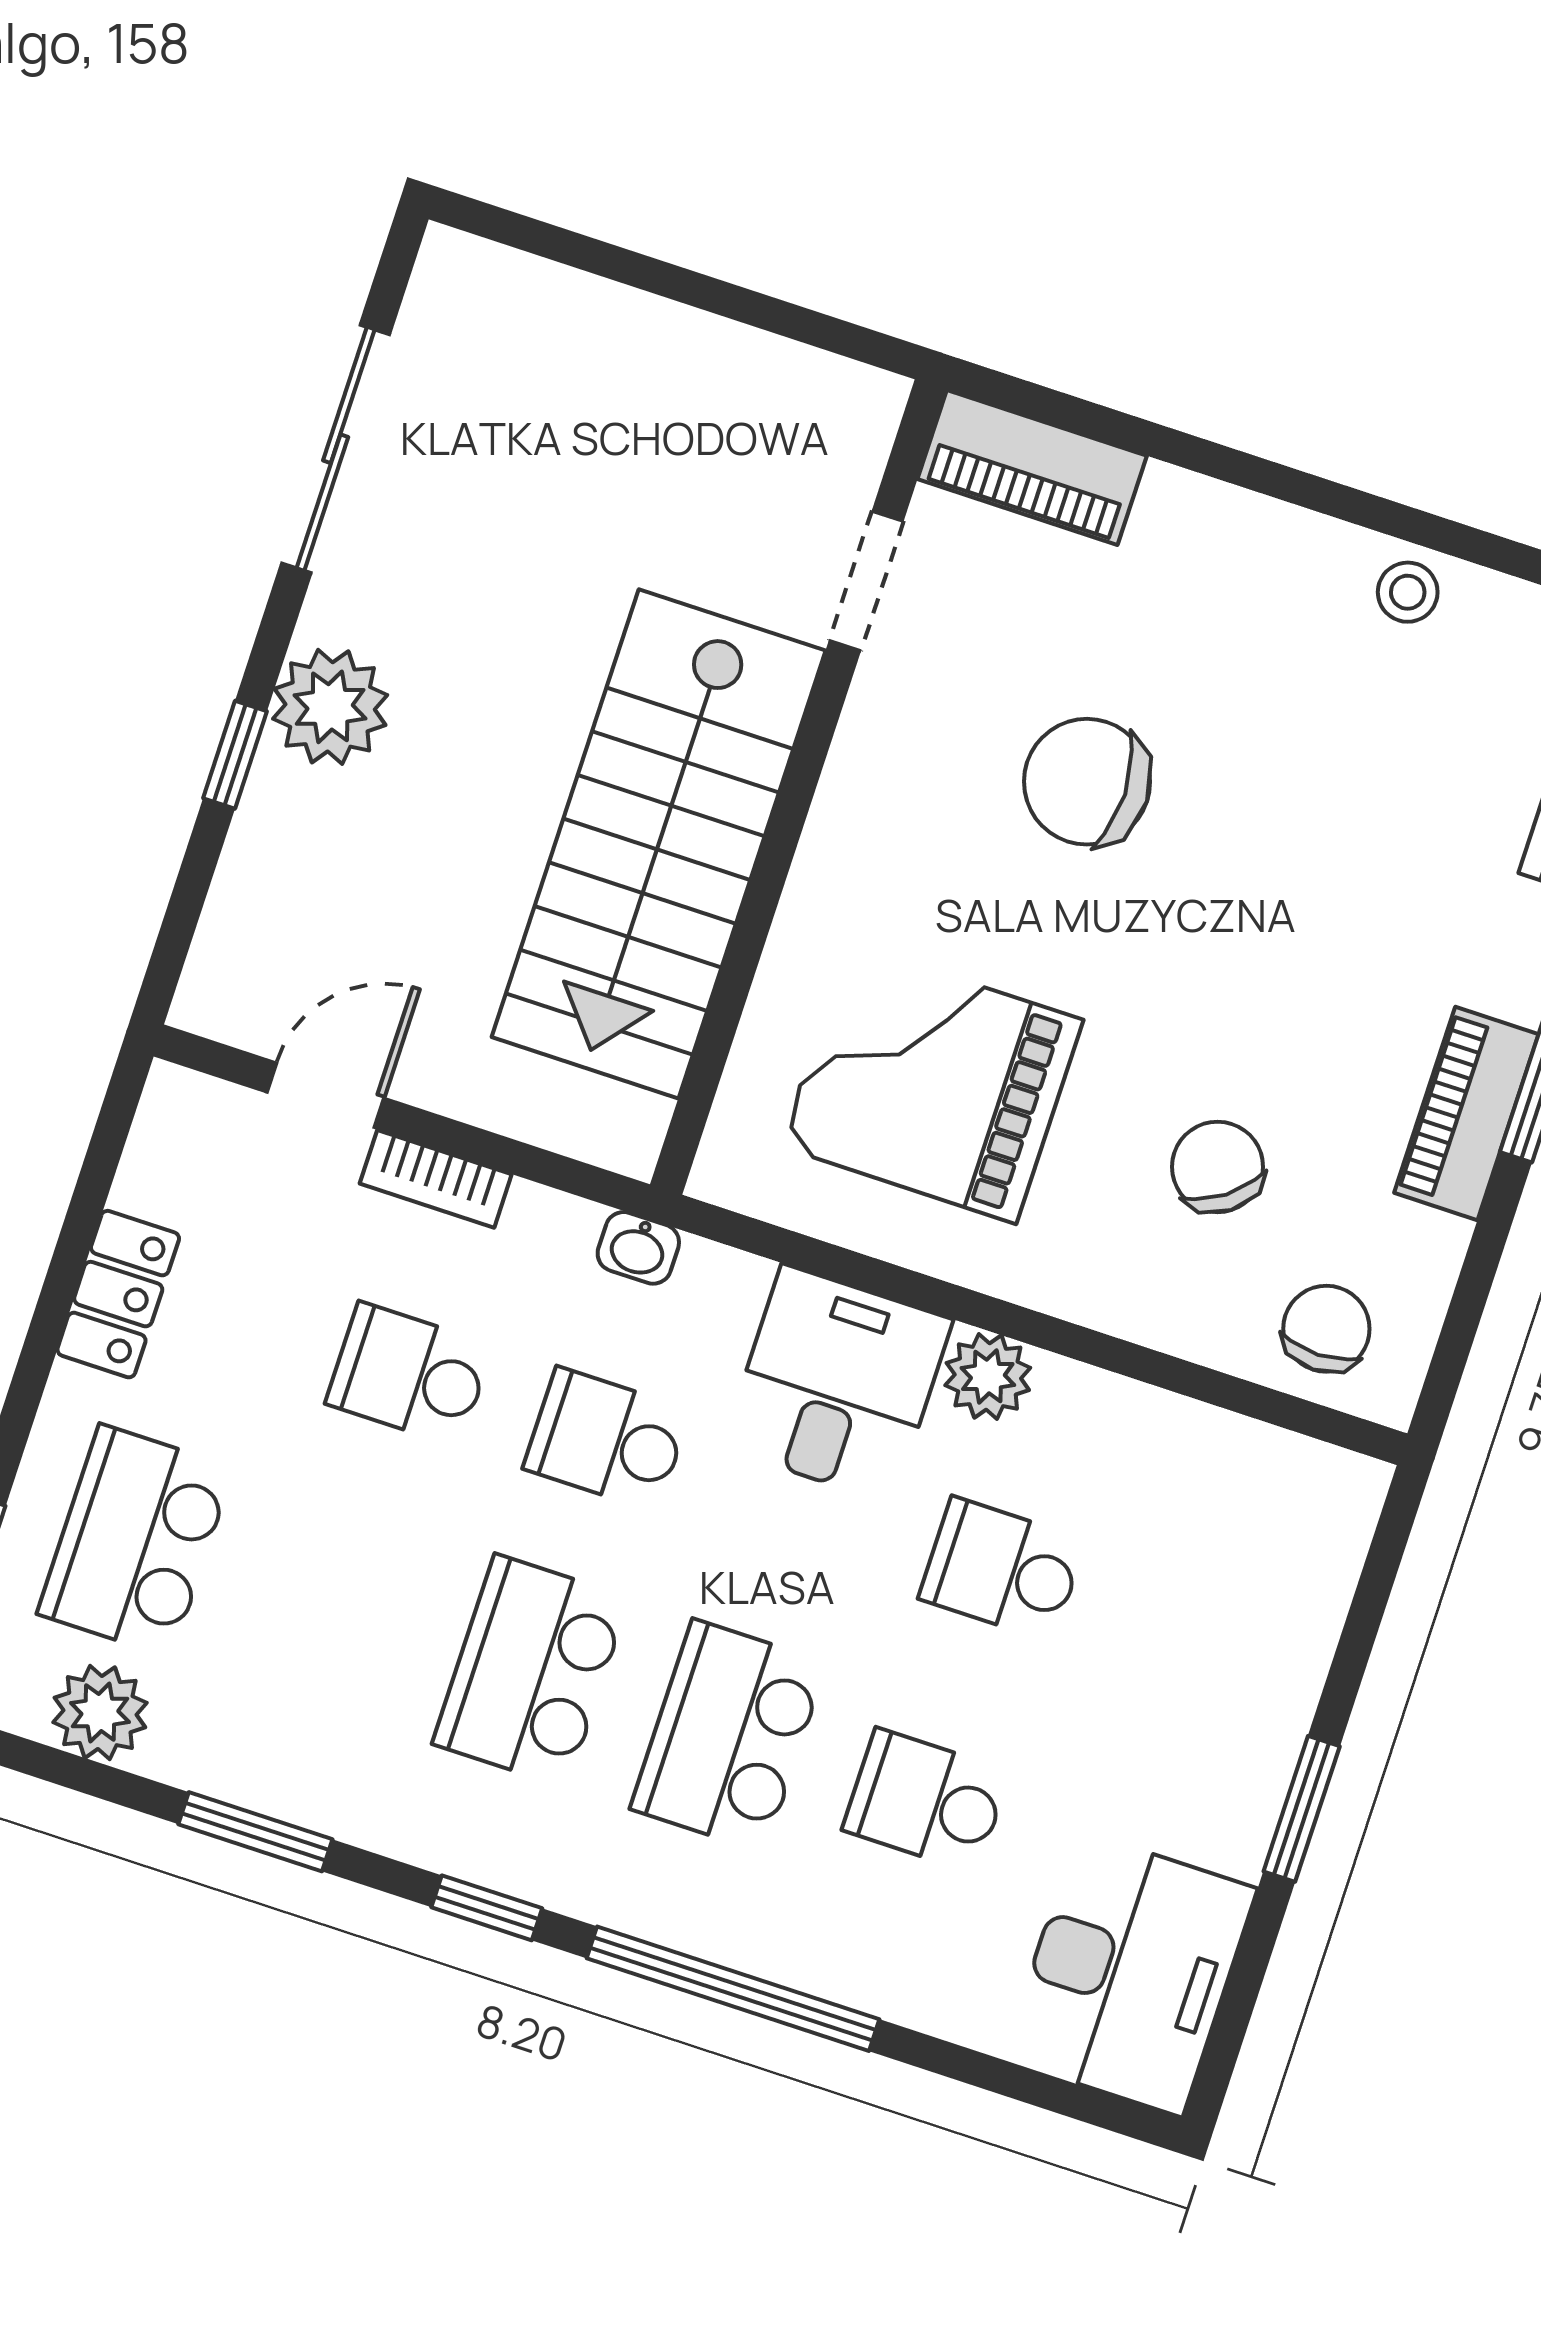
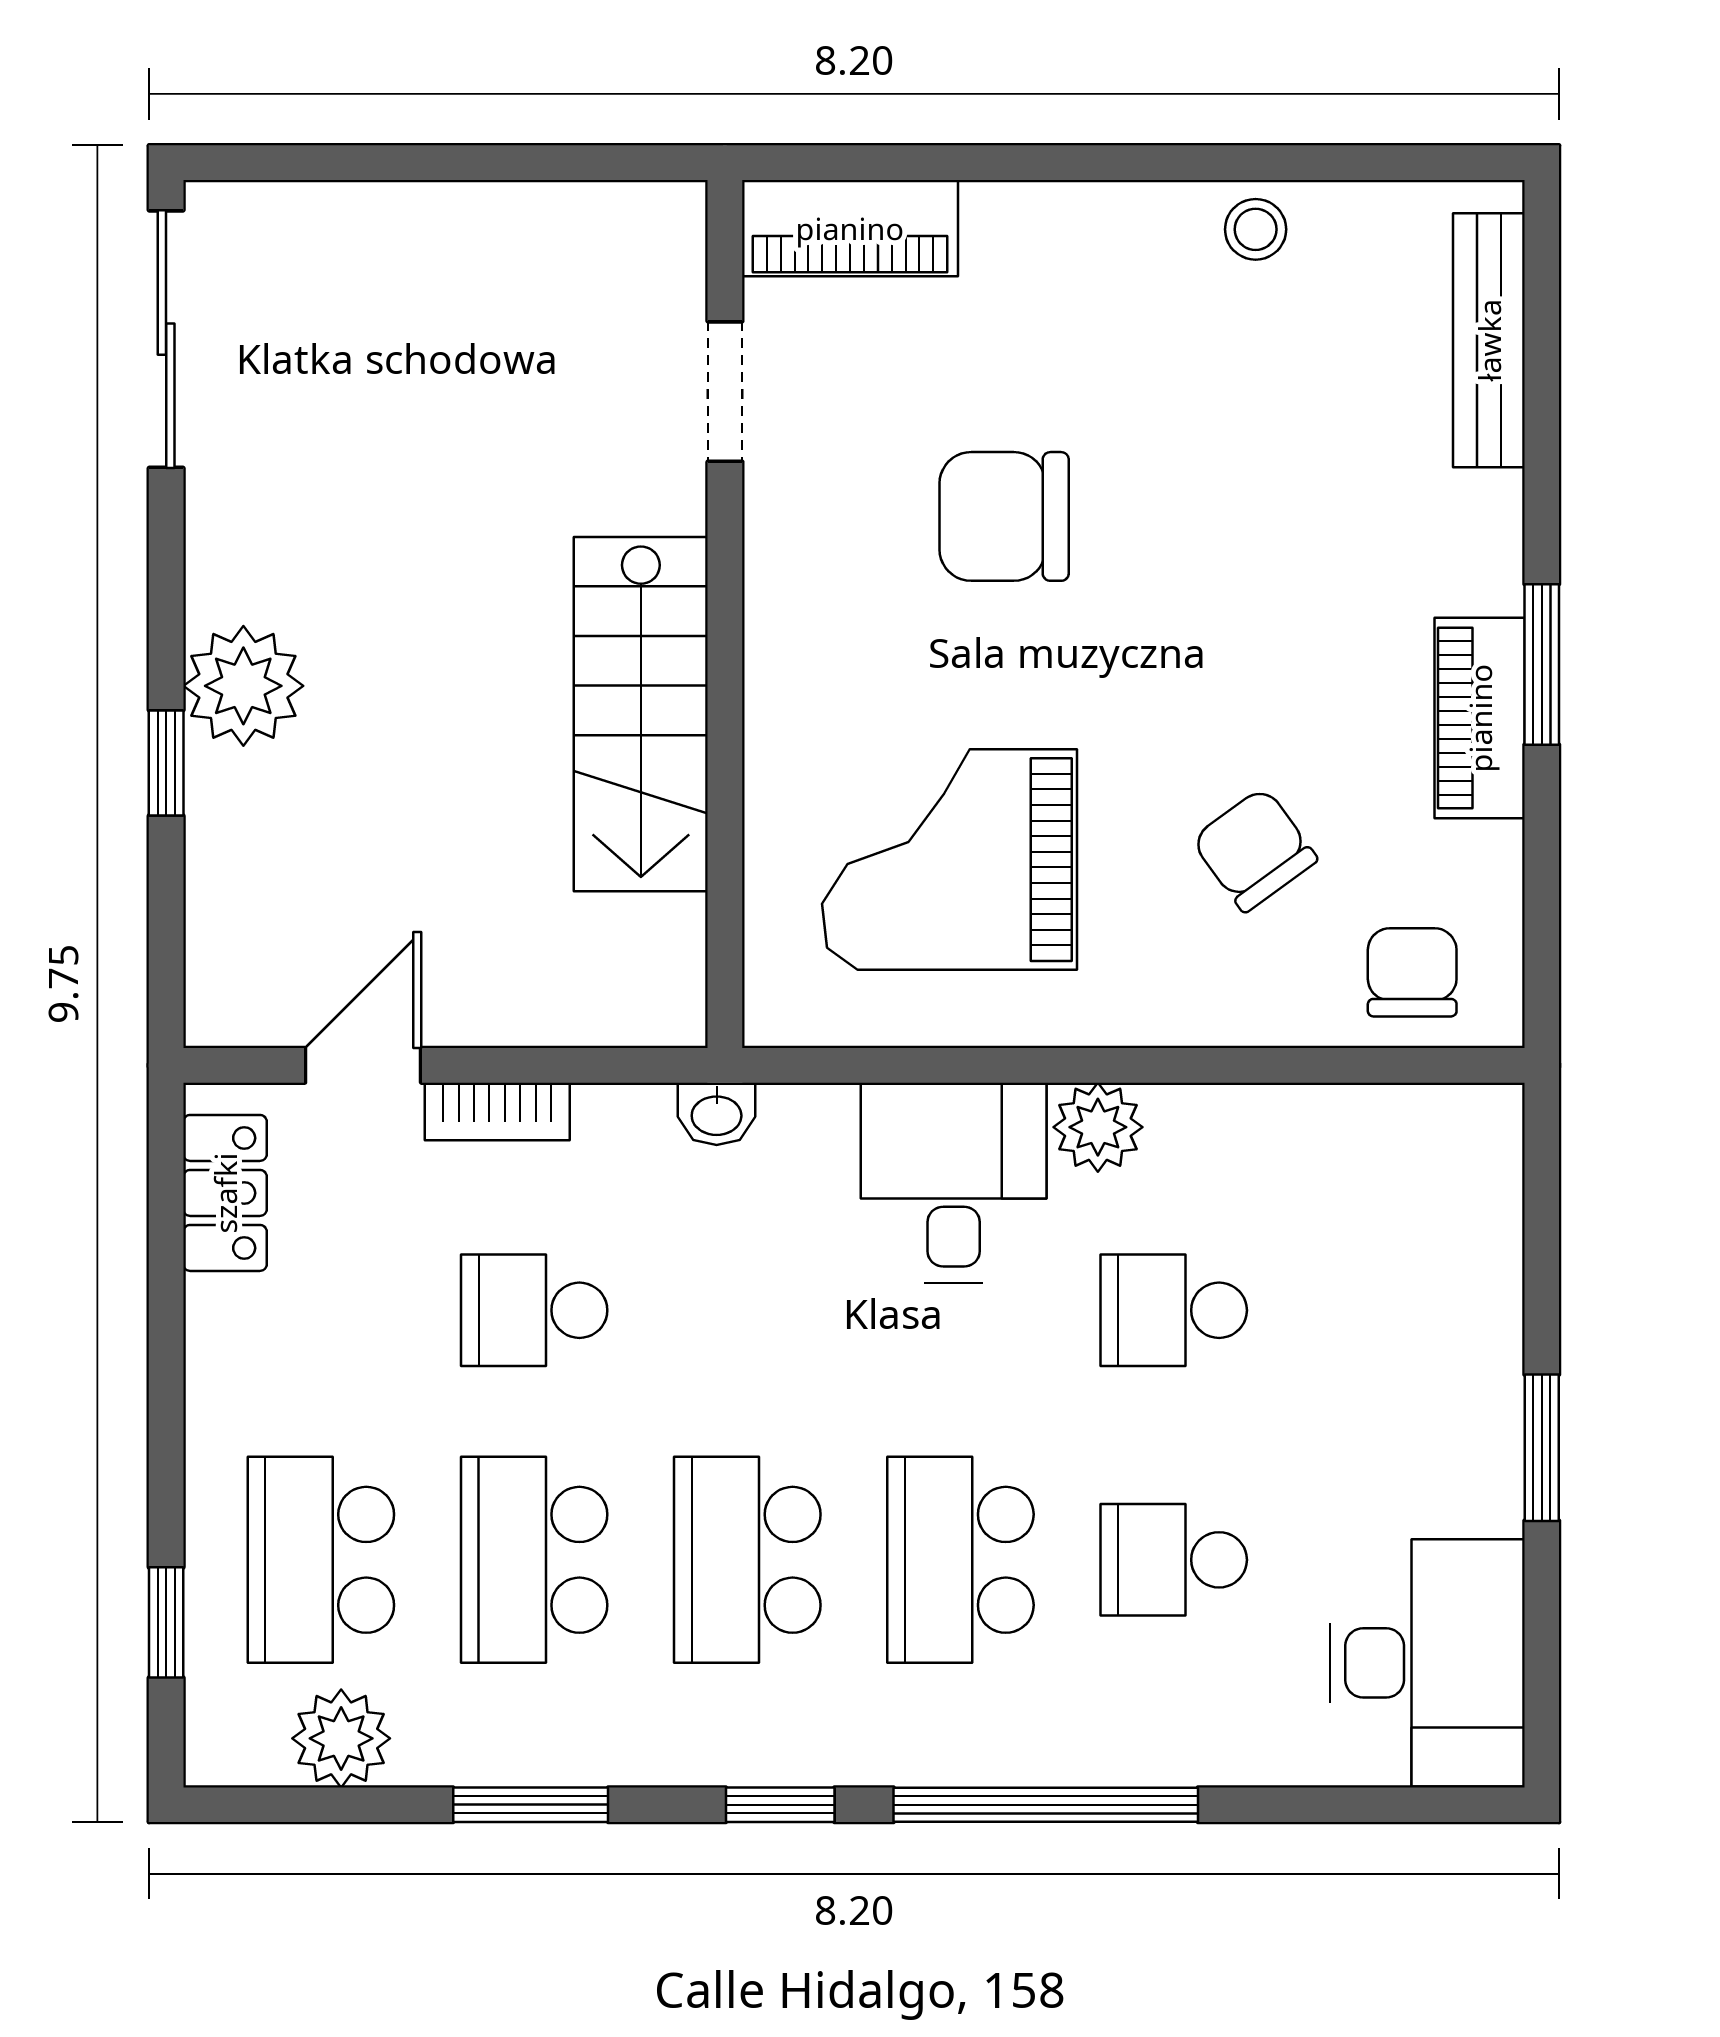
sliding door: (336, 449) -> (166, 339), moved
stairs: (659, 844) -> (641, 714), width x0.73, depth x0.66
locker: (118, 1294) -> (225, 1193), moved
school desk: (607, 1439) -> (534, 1560), moved, width x1.85

